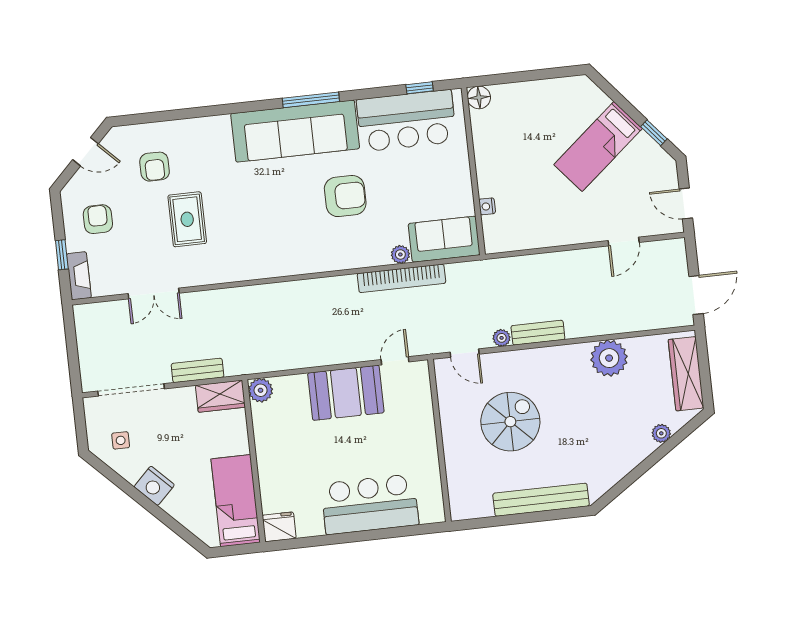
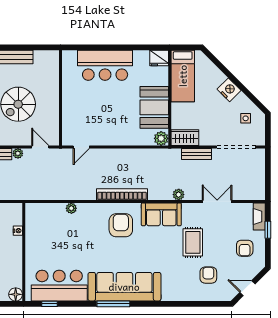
armchair: (345, 196) -> (121, 225), moved, turned 90
sofa: (444, 239) -> (161, 214), moved
bookcase: (401, 278) -> (122, 194), moved
plant: (220, 298) -> (179, 195), added
booth: (346, 393) -> (154, 107), moved, turned 90

